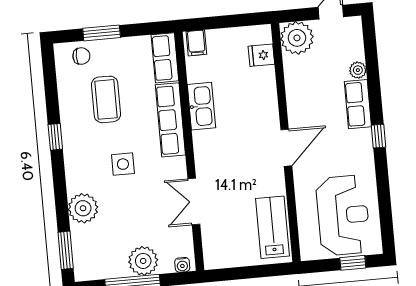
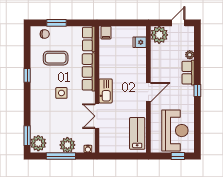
coffee table: (106, 99) -> (56, 58), turned 90
kitchen sink: (201, 106) -> (106, 91), moved
plant: (83, 208) -> (38, 143), moved

